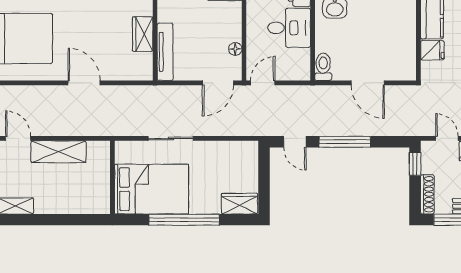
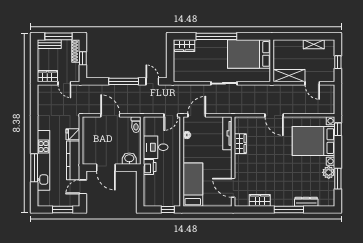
window: (415, 164) -> (83, 58), moved
wall: (112, 177) -> (272, 61), moved
bed: (152, 189) -> (249, 54), moved

